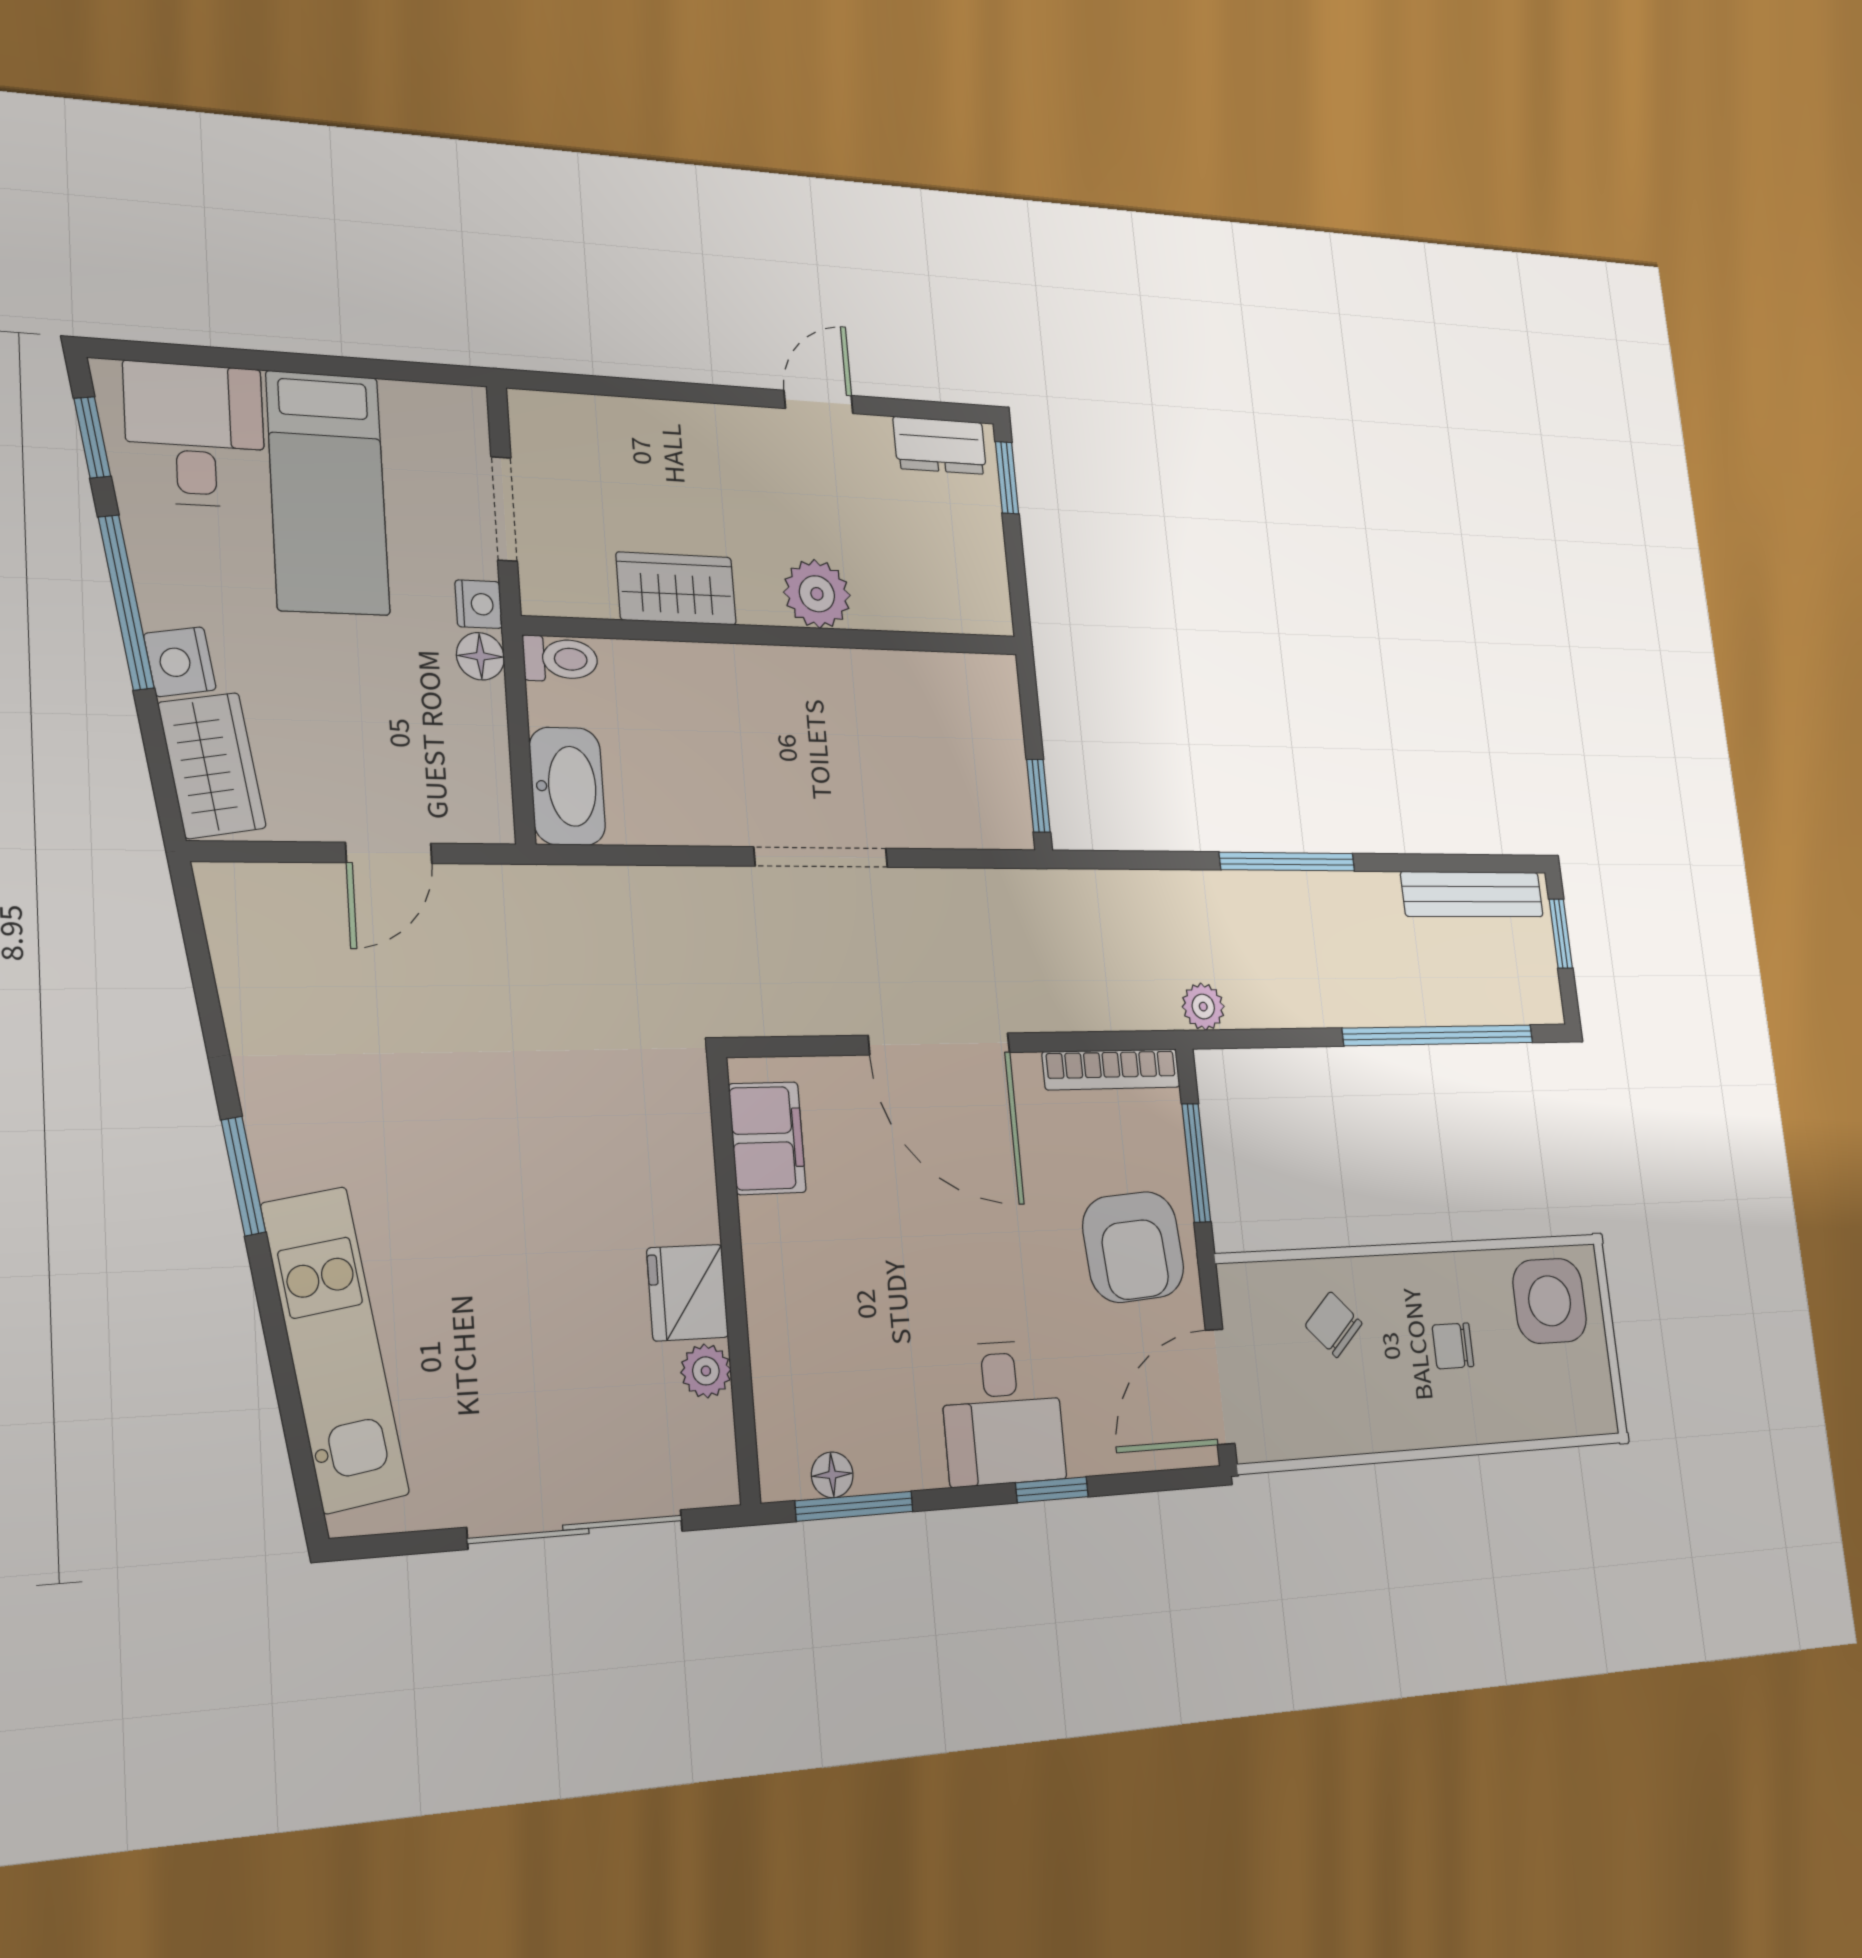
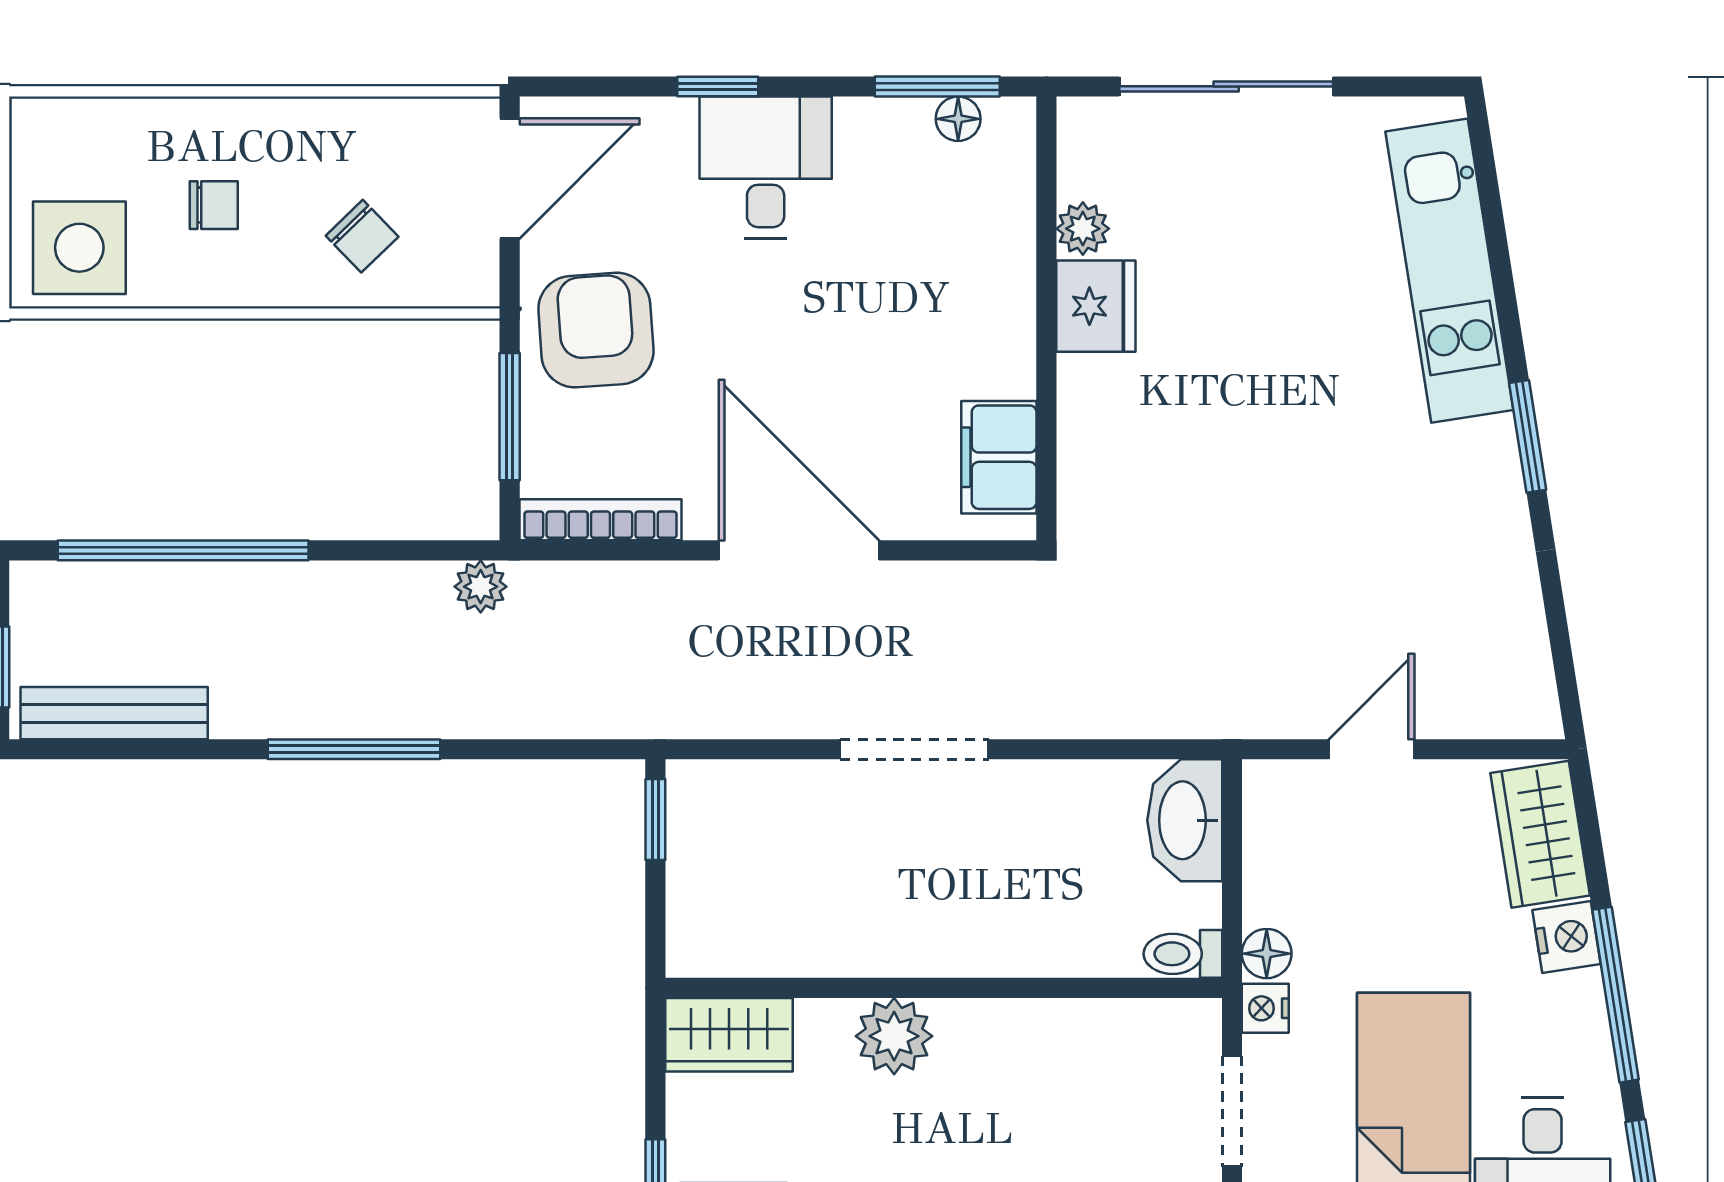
wardrobe: (676, 589) -> (729, 1035), moved

